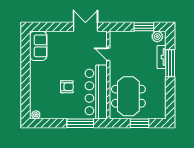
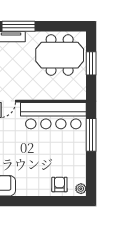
armchair: (67, 87) -> (59, 184), moved
meeting table: (128, 96) -> (60, 55), moved

